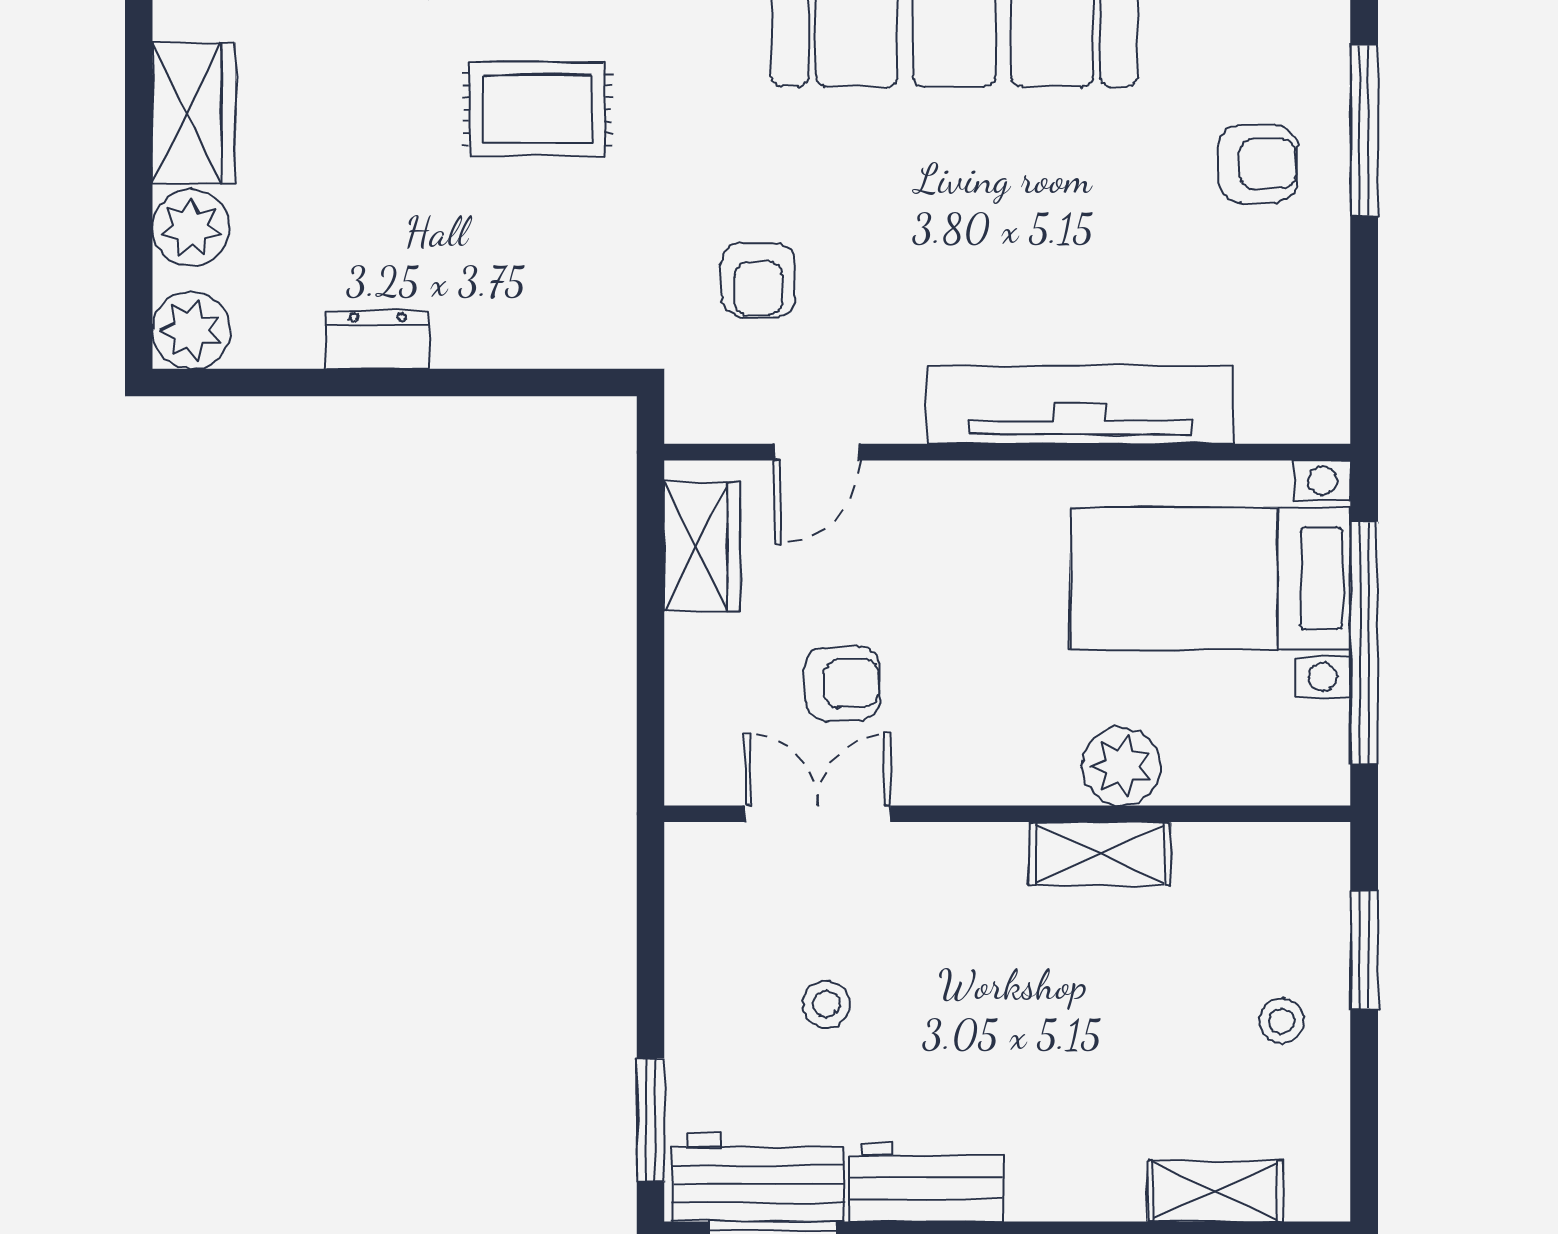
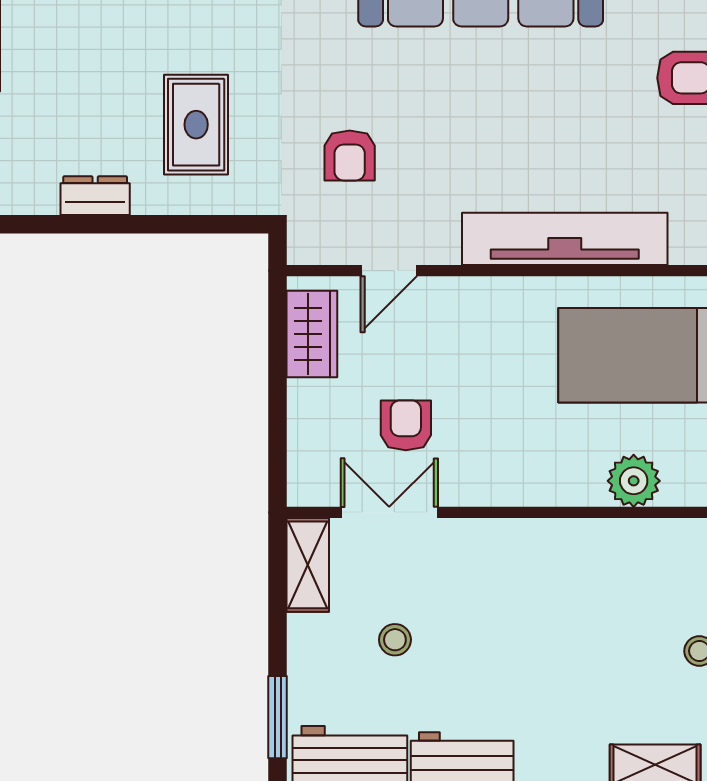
rug: (537, 109) -> (196, 125), moved, turned 90
armchair: (842, 684) -> (406, 425), turned -88
plant: (1121, 766) -> (634, 481), moved
shelving: (1100, 854) -> (308, 565), moved, turned 90

